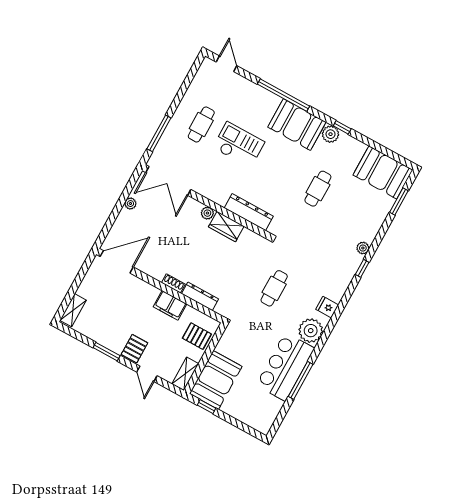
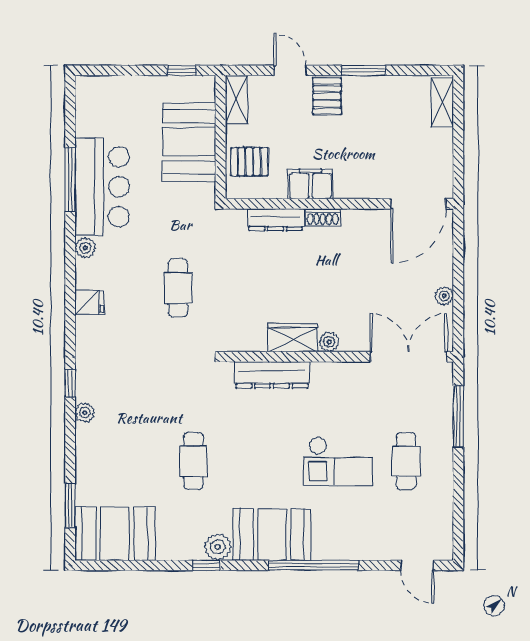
plant: (311, 331) -> (85, 248), width x0.53, depth x0.53
booth: (216, 380) -> (189, 142), moved

